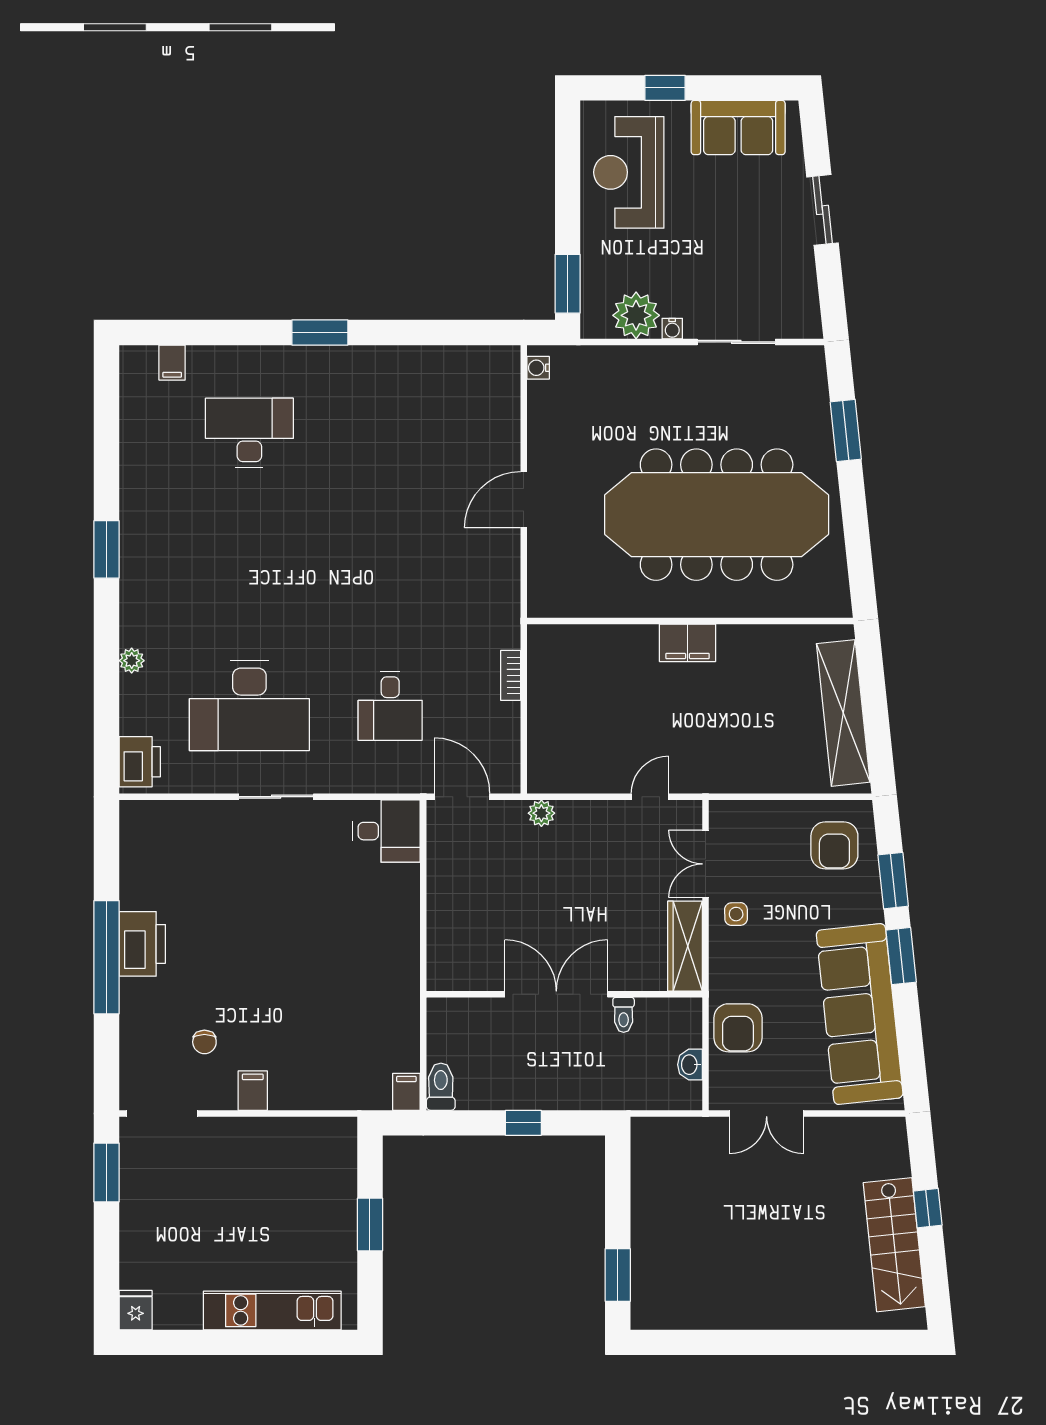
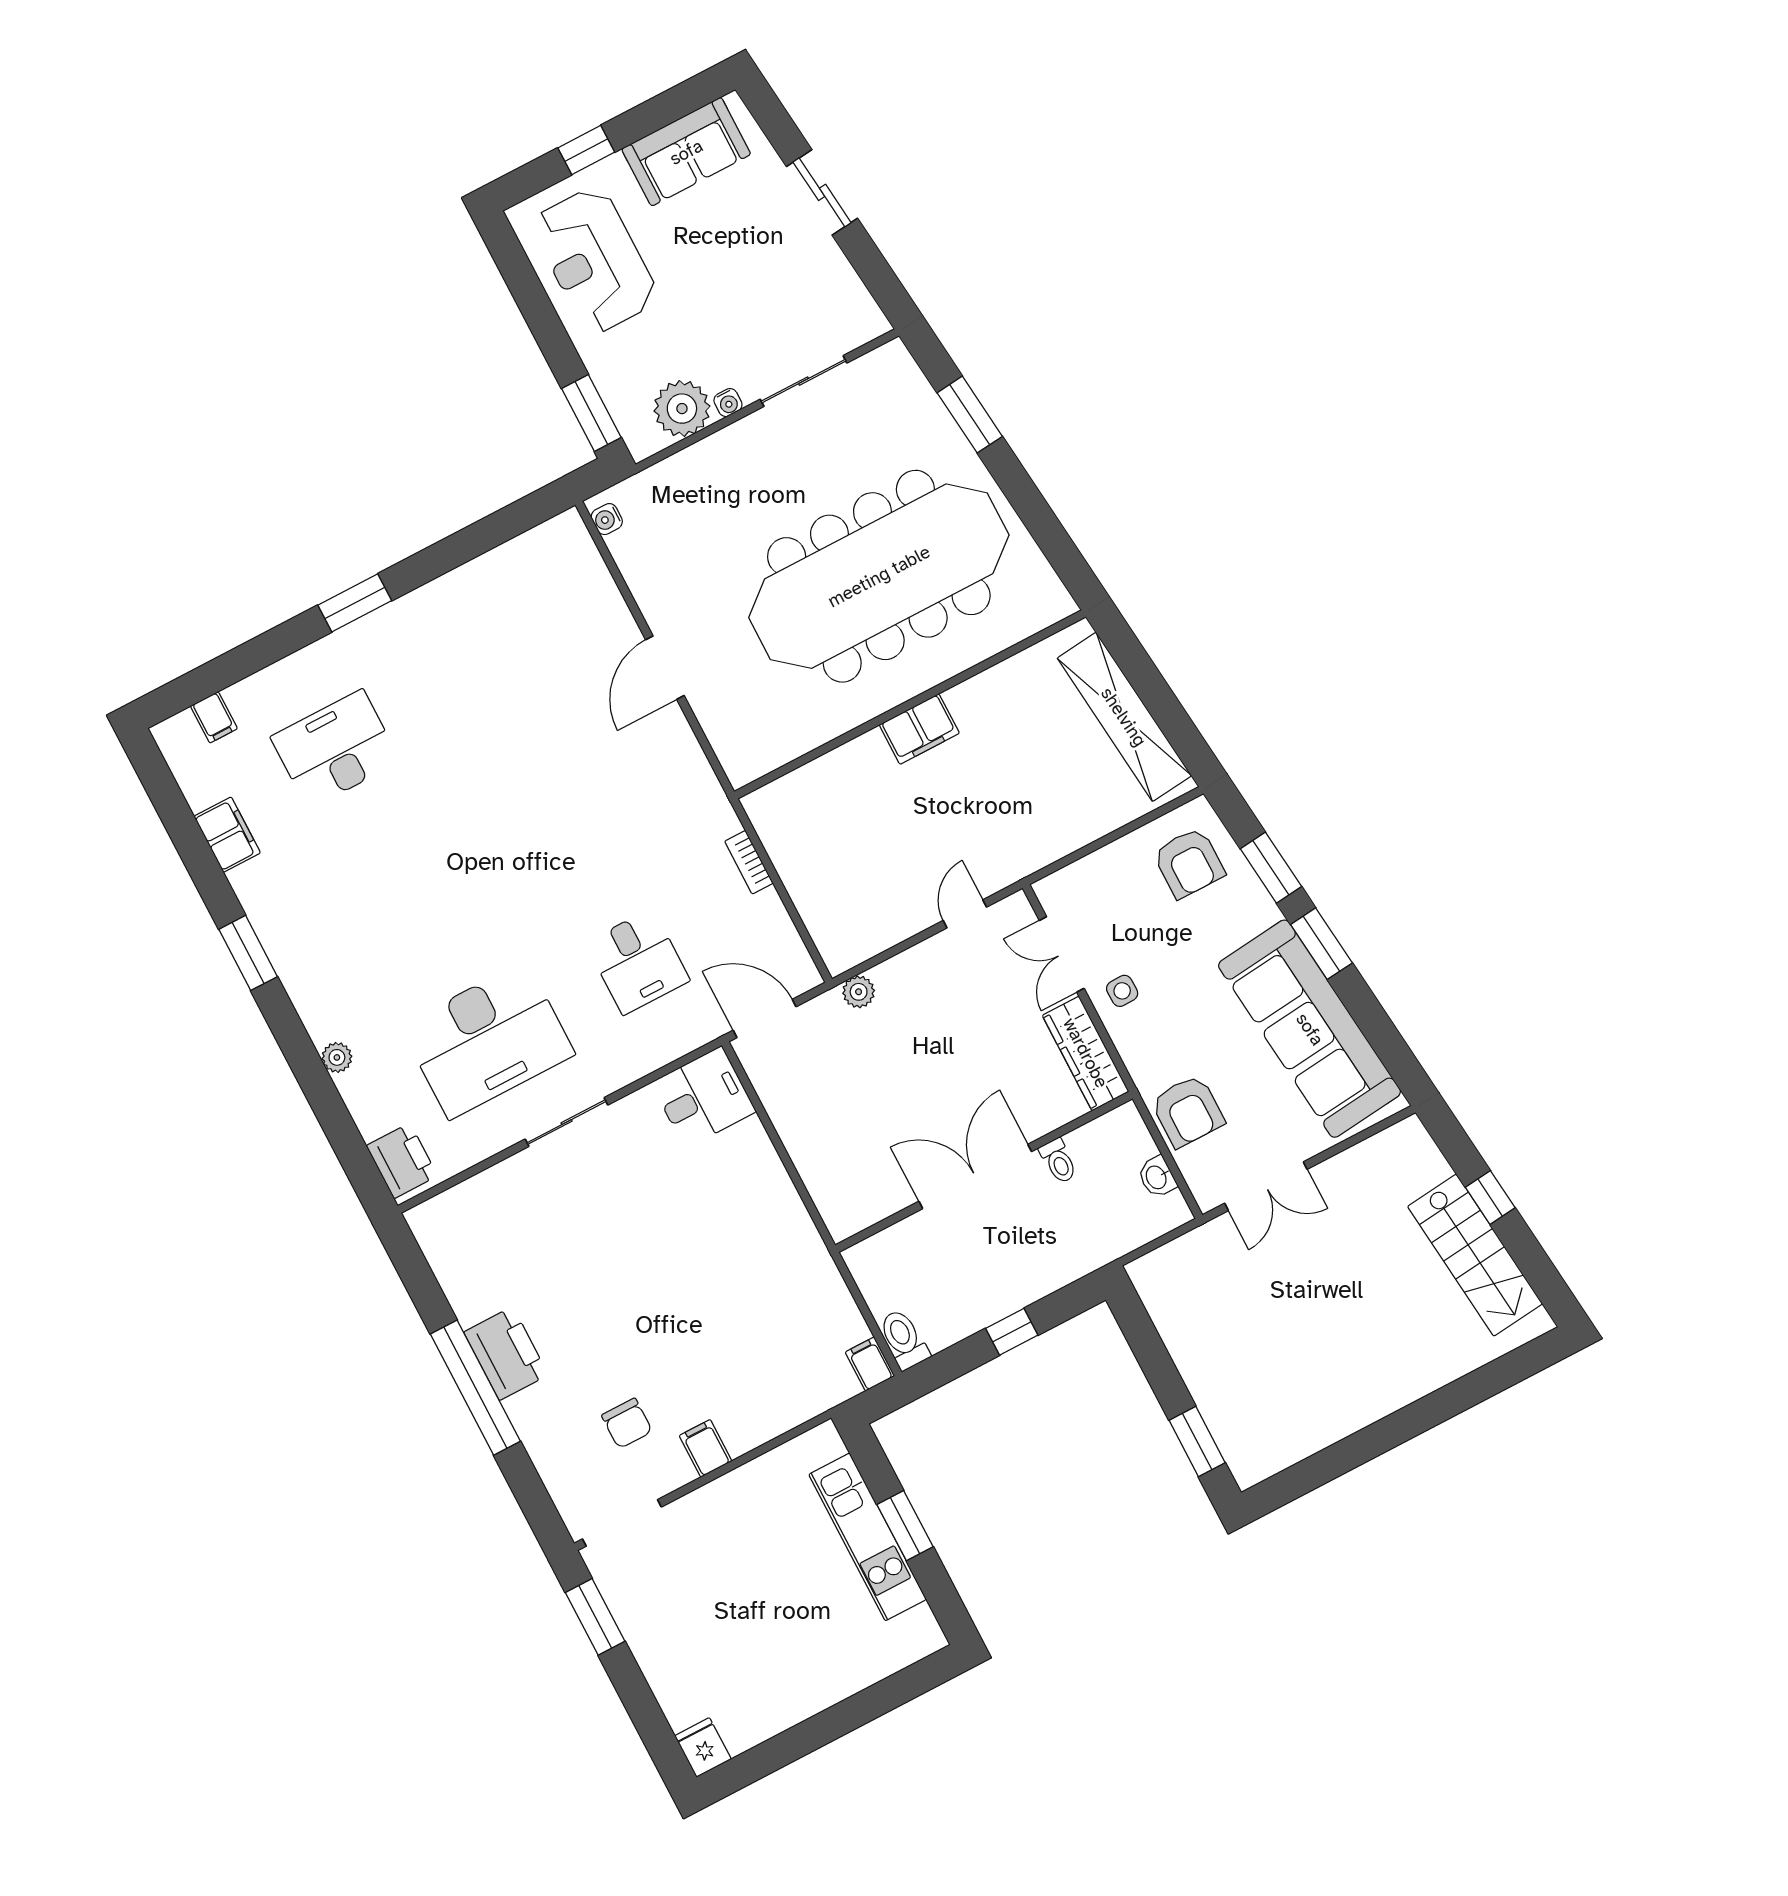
filing cabinet: (137, 454) -> (227, 835), added
chair: (204, 1042) -> (627, 1423), width x1.37, depth x1.37
kitchen unit: (272, 1310) -> (868, 1537), moved, turned -90

